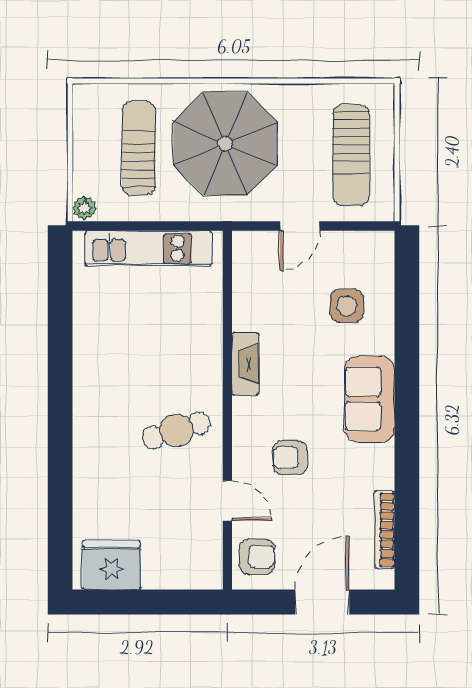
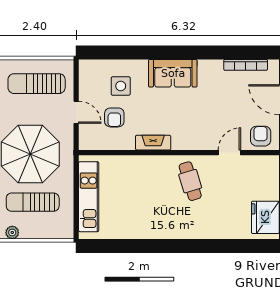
sun lounger: (351, 155) -> (37, 84), turned 180
plant: (84, 208) -> (12, 232), moved
armchair: (290, 458) -> (114, 117), moved

